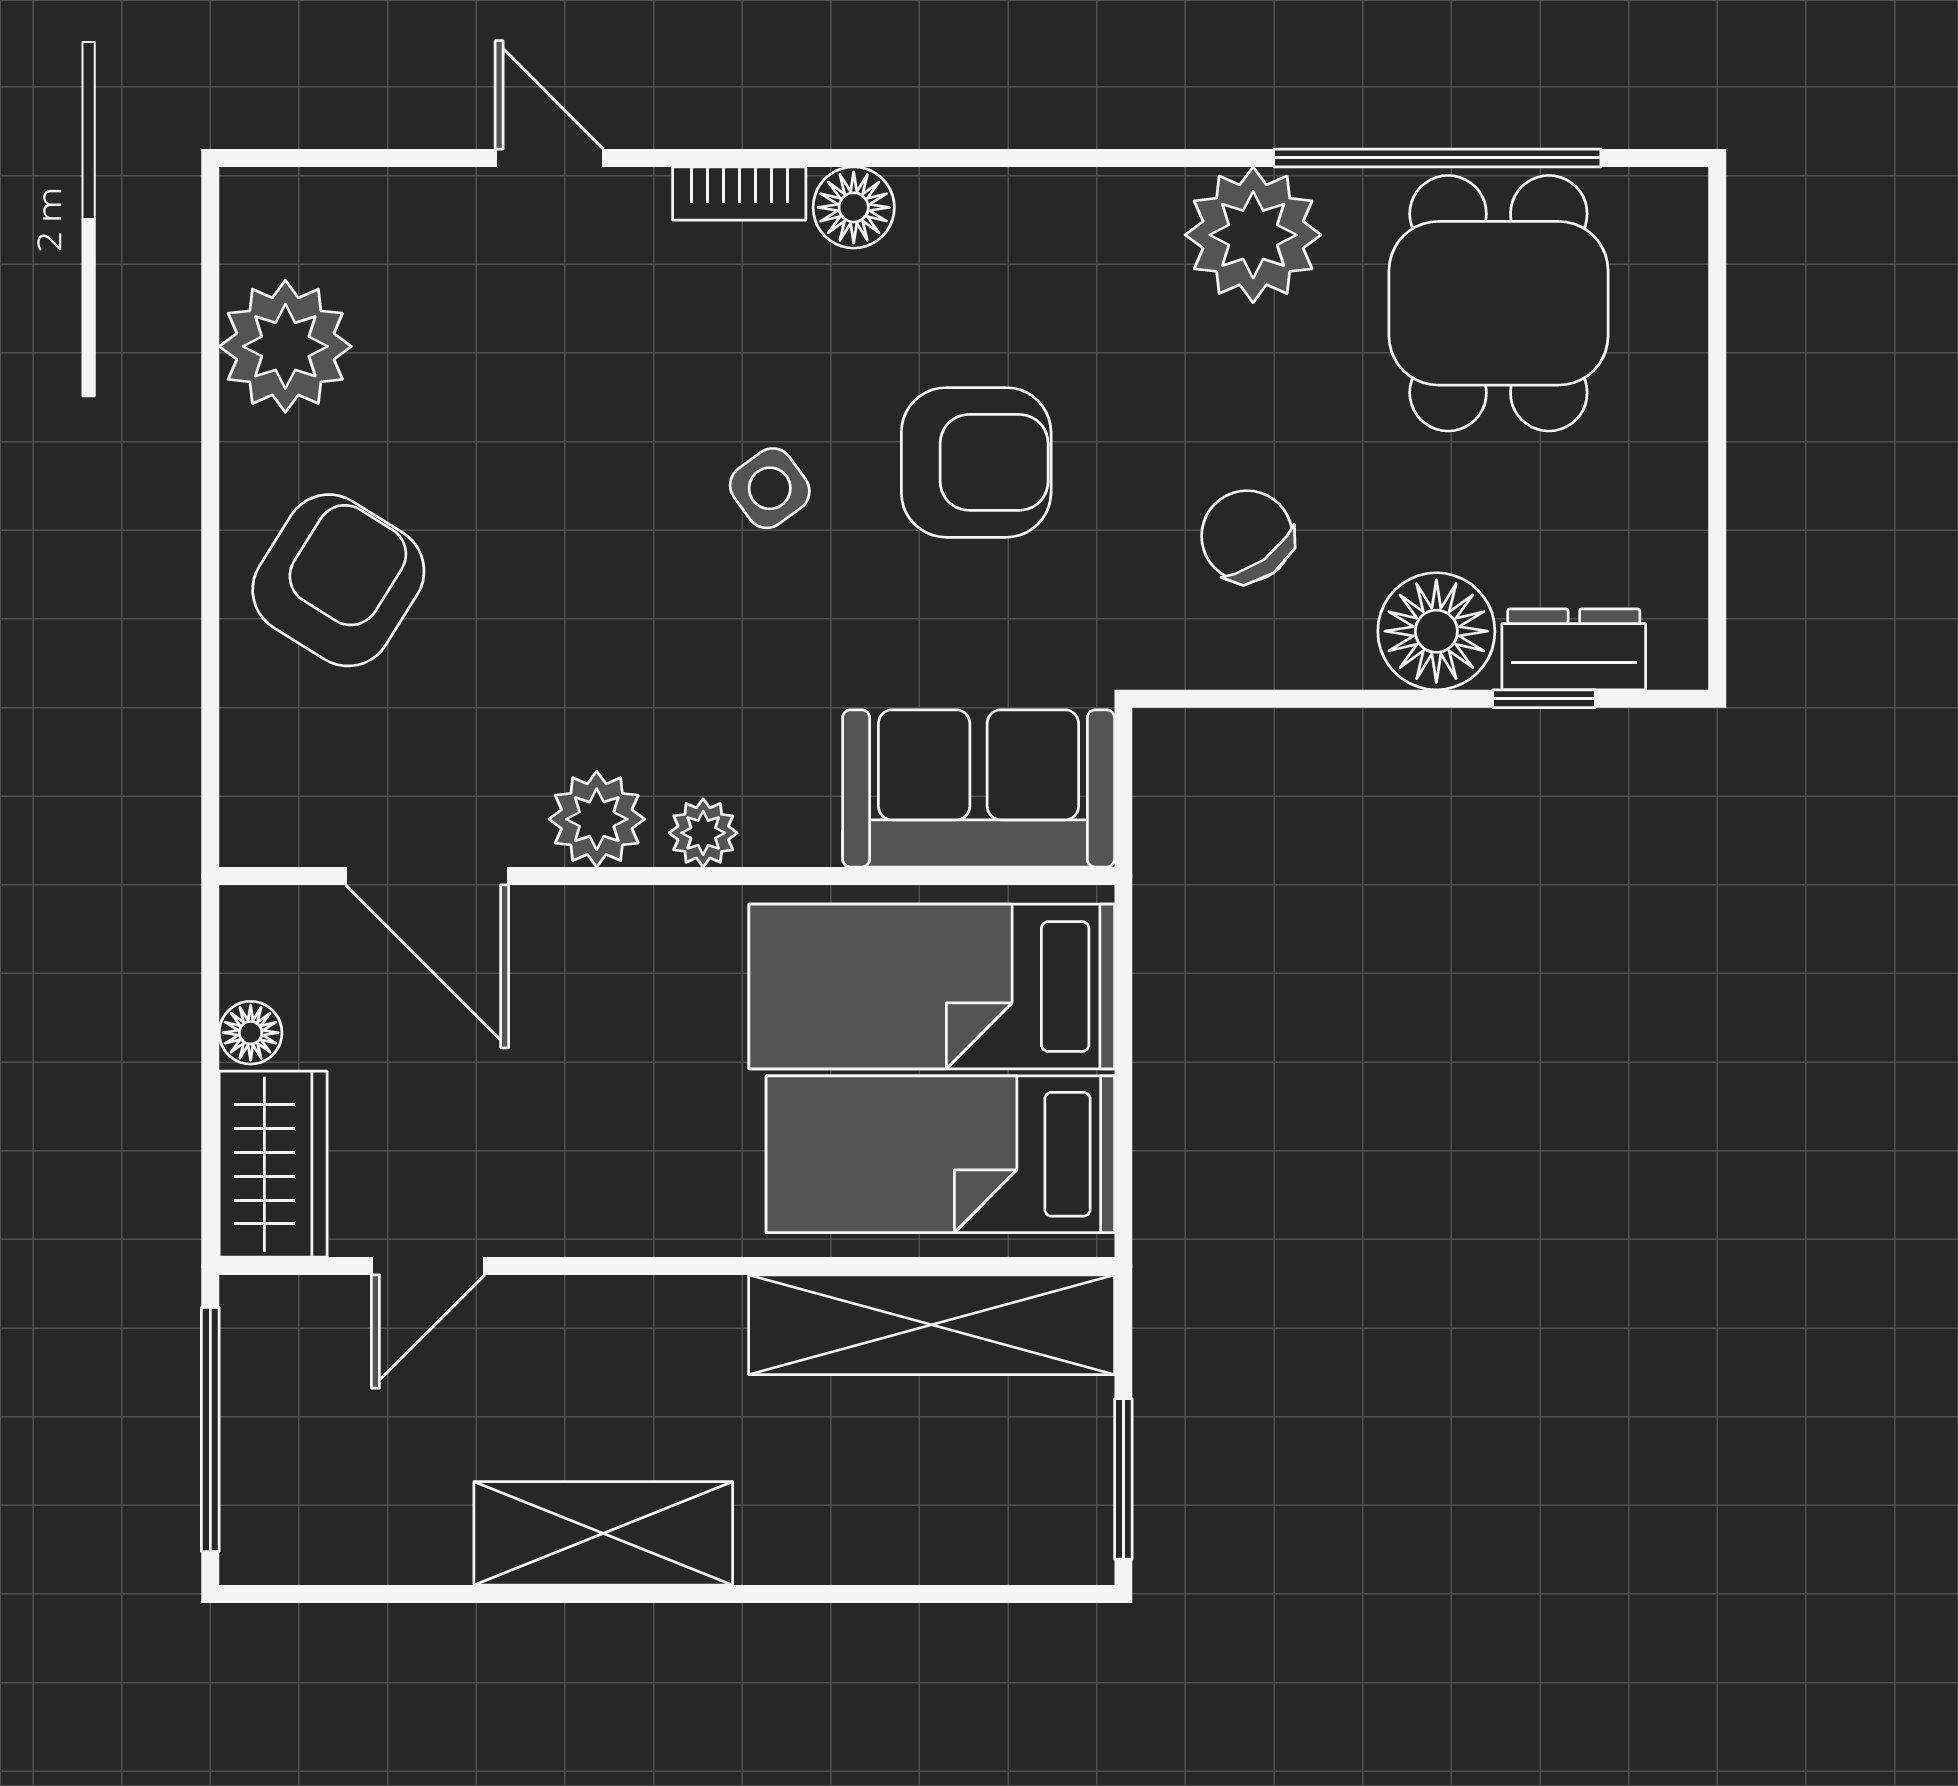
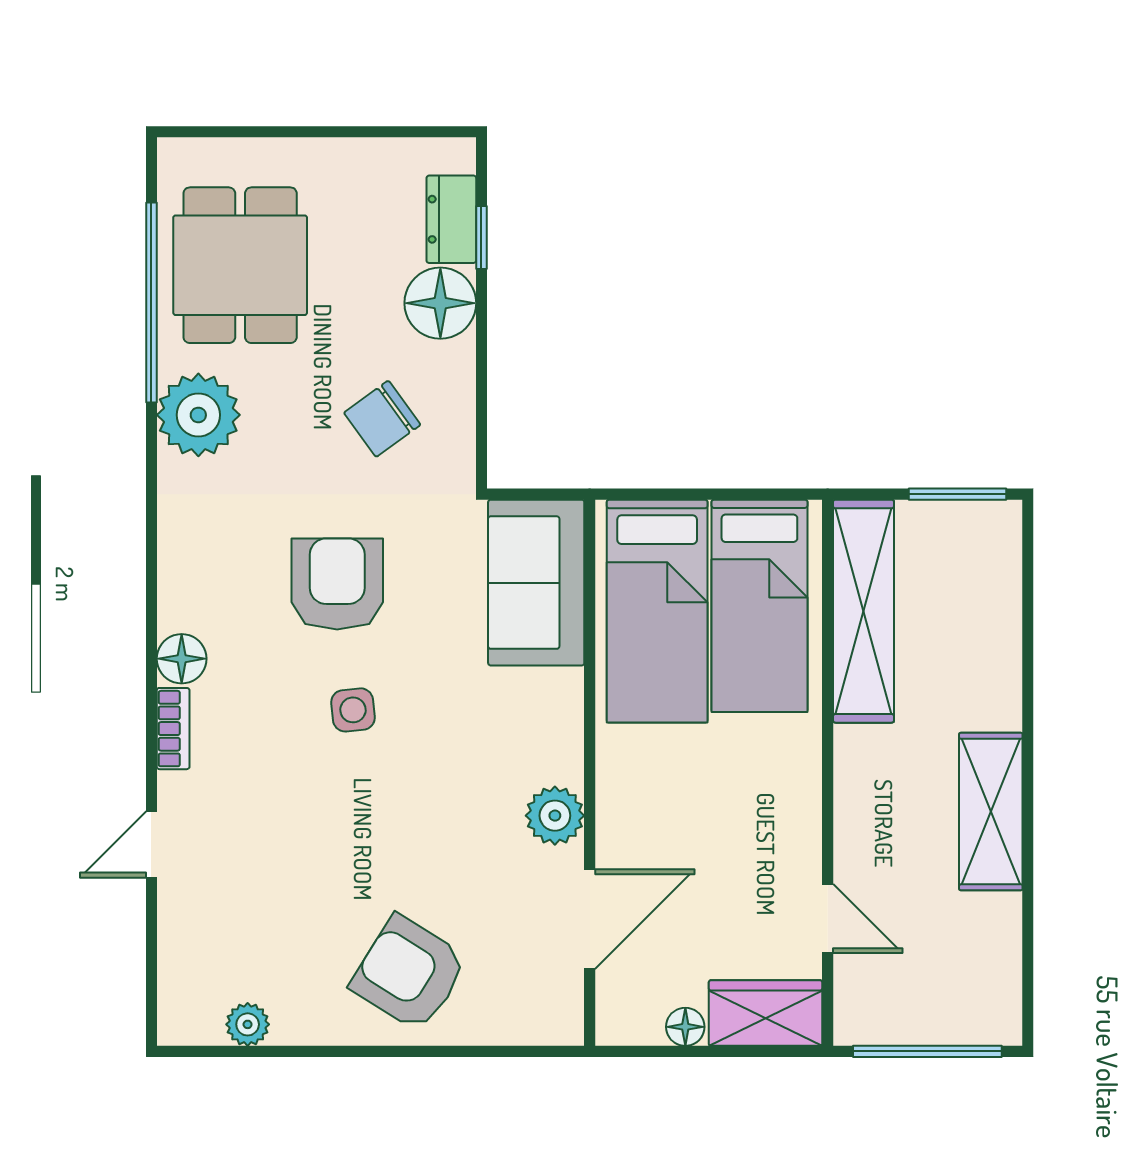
dining table: (1498, 303) -> (240, 265), turned 90
plant: (285, 346) -> (248, 1024), width x0.53, depth x0.53
side table: (770, 488) -> (353, 710), turned 30
plant: (703, 833) -> (563, 751), removed

